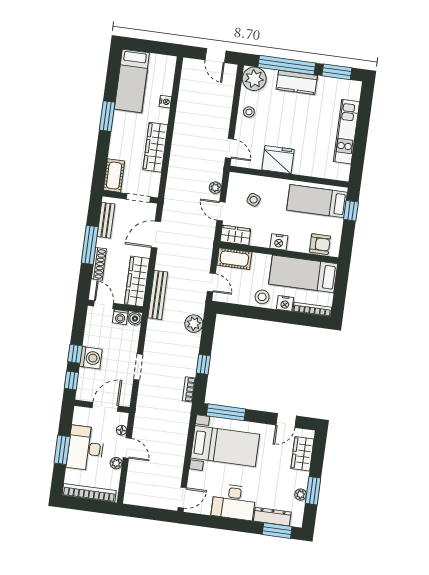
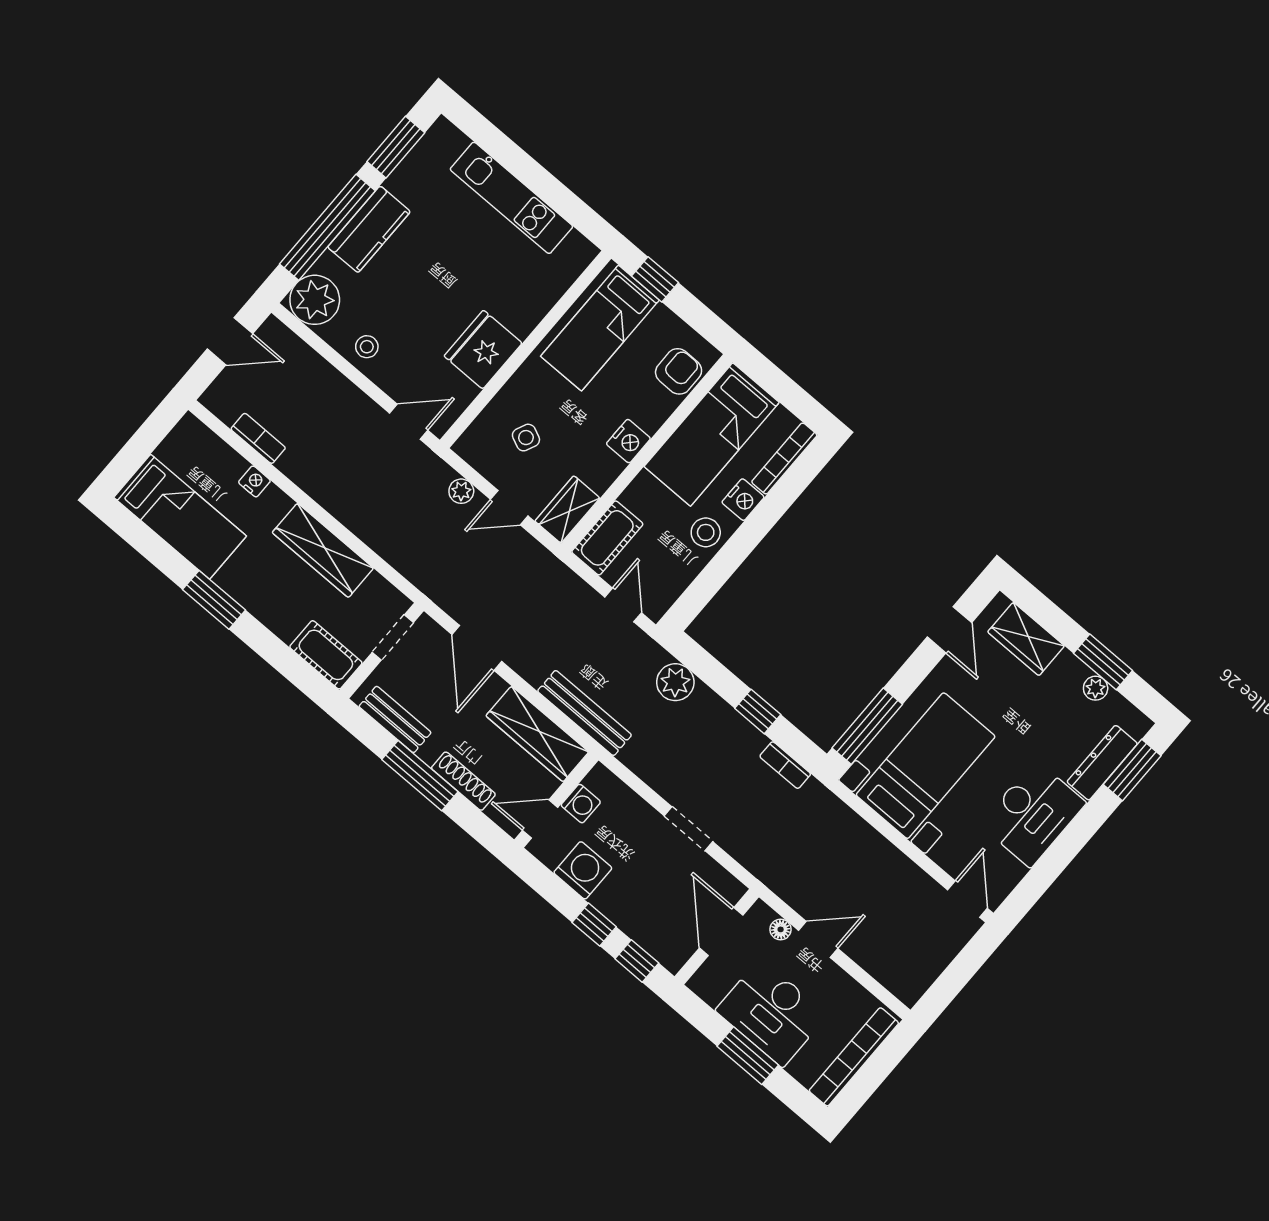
bookcase: (184, 92) -> (258, 438), added
door: (211, 282) -> (623, 605), hinge flipped
boiler: (135, 319) -> (600, 780), removed
washing machine: (91, 358) -> (583, 870), moved
plant: (116, 463) -> (832, 976), removed

